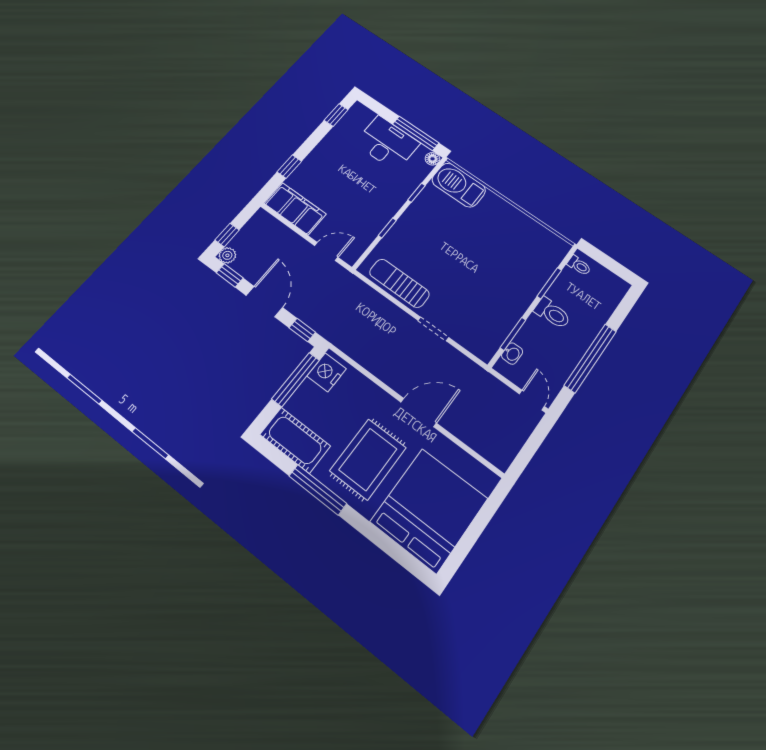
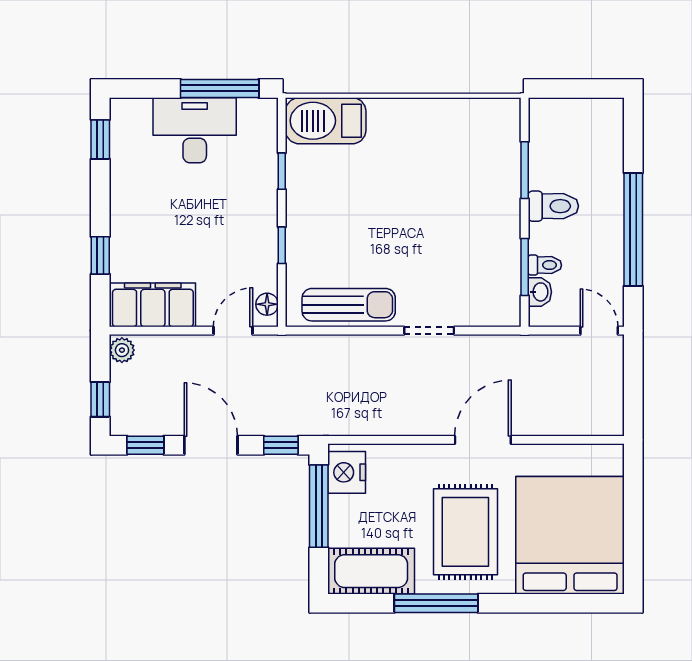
floor lamp: (433, 159) -> (267, 304), moved
plant: (227, 255) -> (122, 350), moved
toilet: (579, 265) -> (545, 265), moved
sun lounger: (399, 283) -> (349, 305), turned 180

